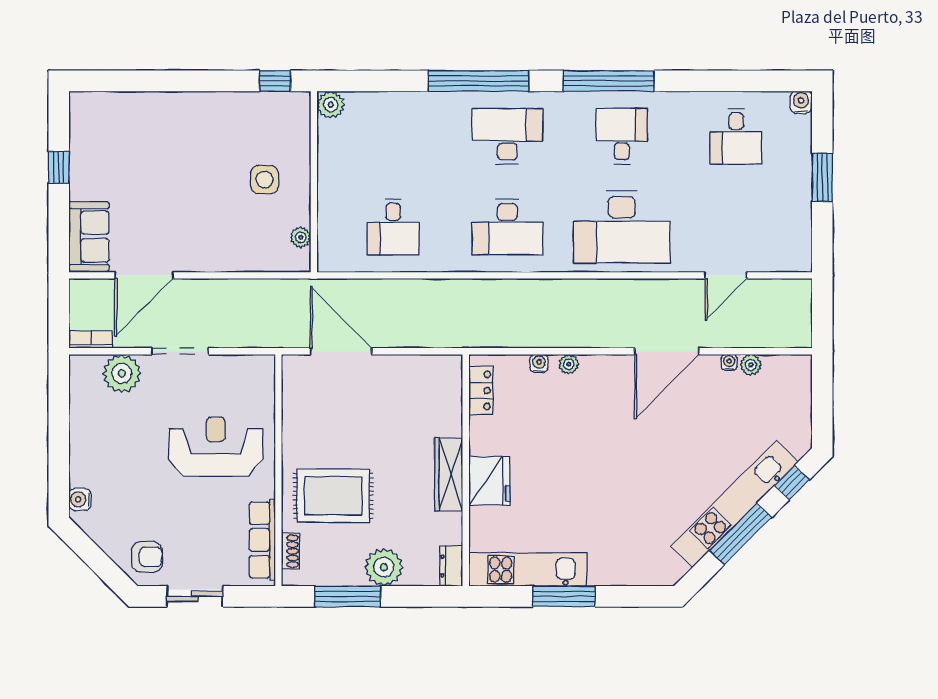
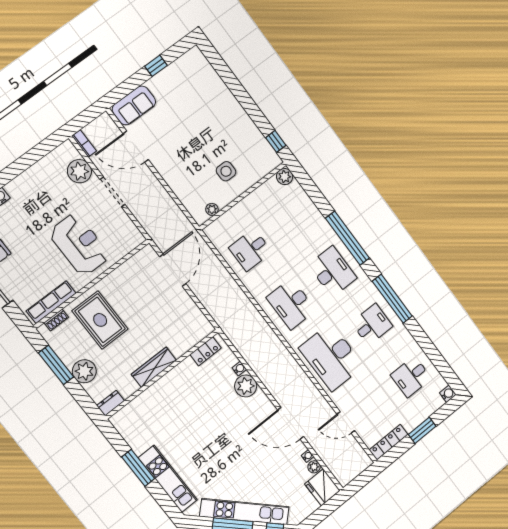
locker: (800, 237) -> (388, 442), added
plant: (569, 364) -> (246, 386), width x1.88, depth x1.88
fridge: (489, 481) -> (322, 487), moved, turned 90
kitchen unit: (528, 570) -> (168, 479), moved

